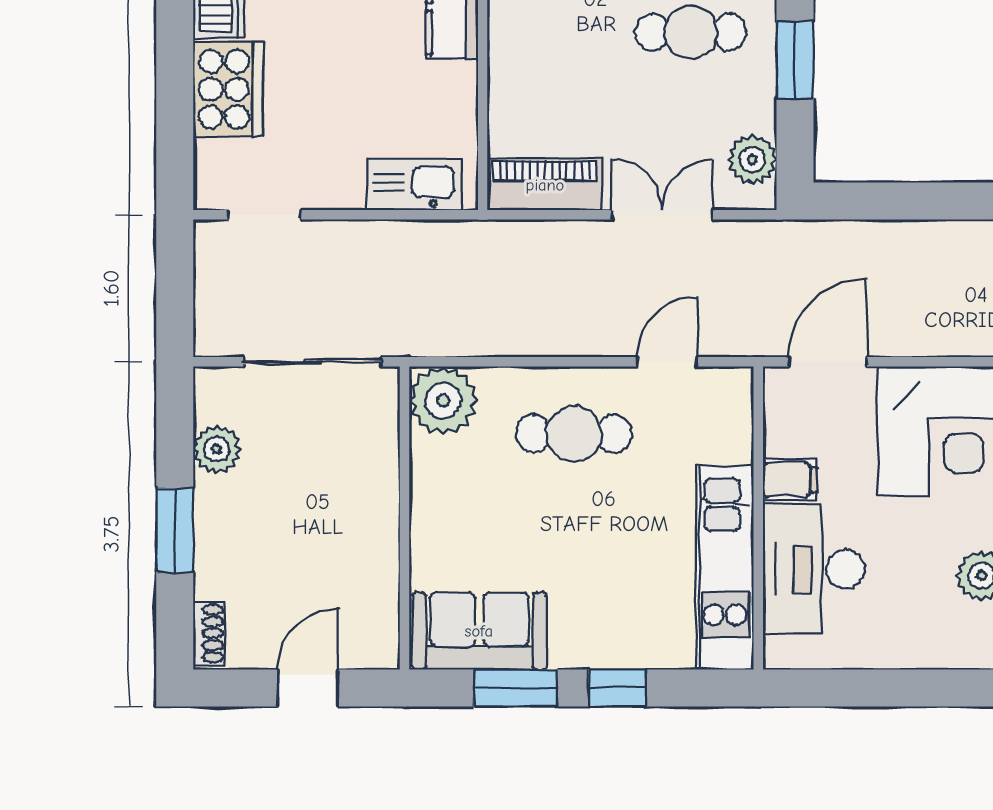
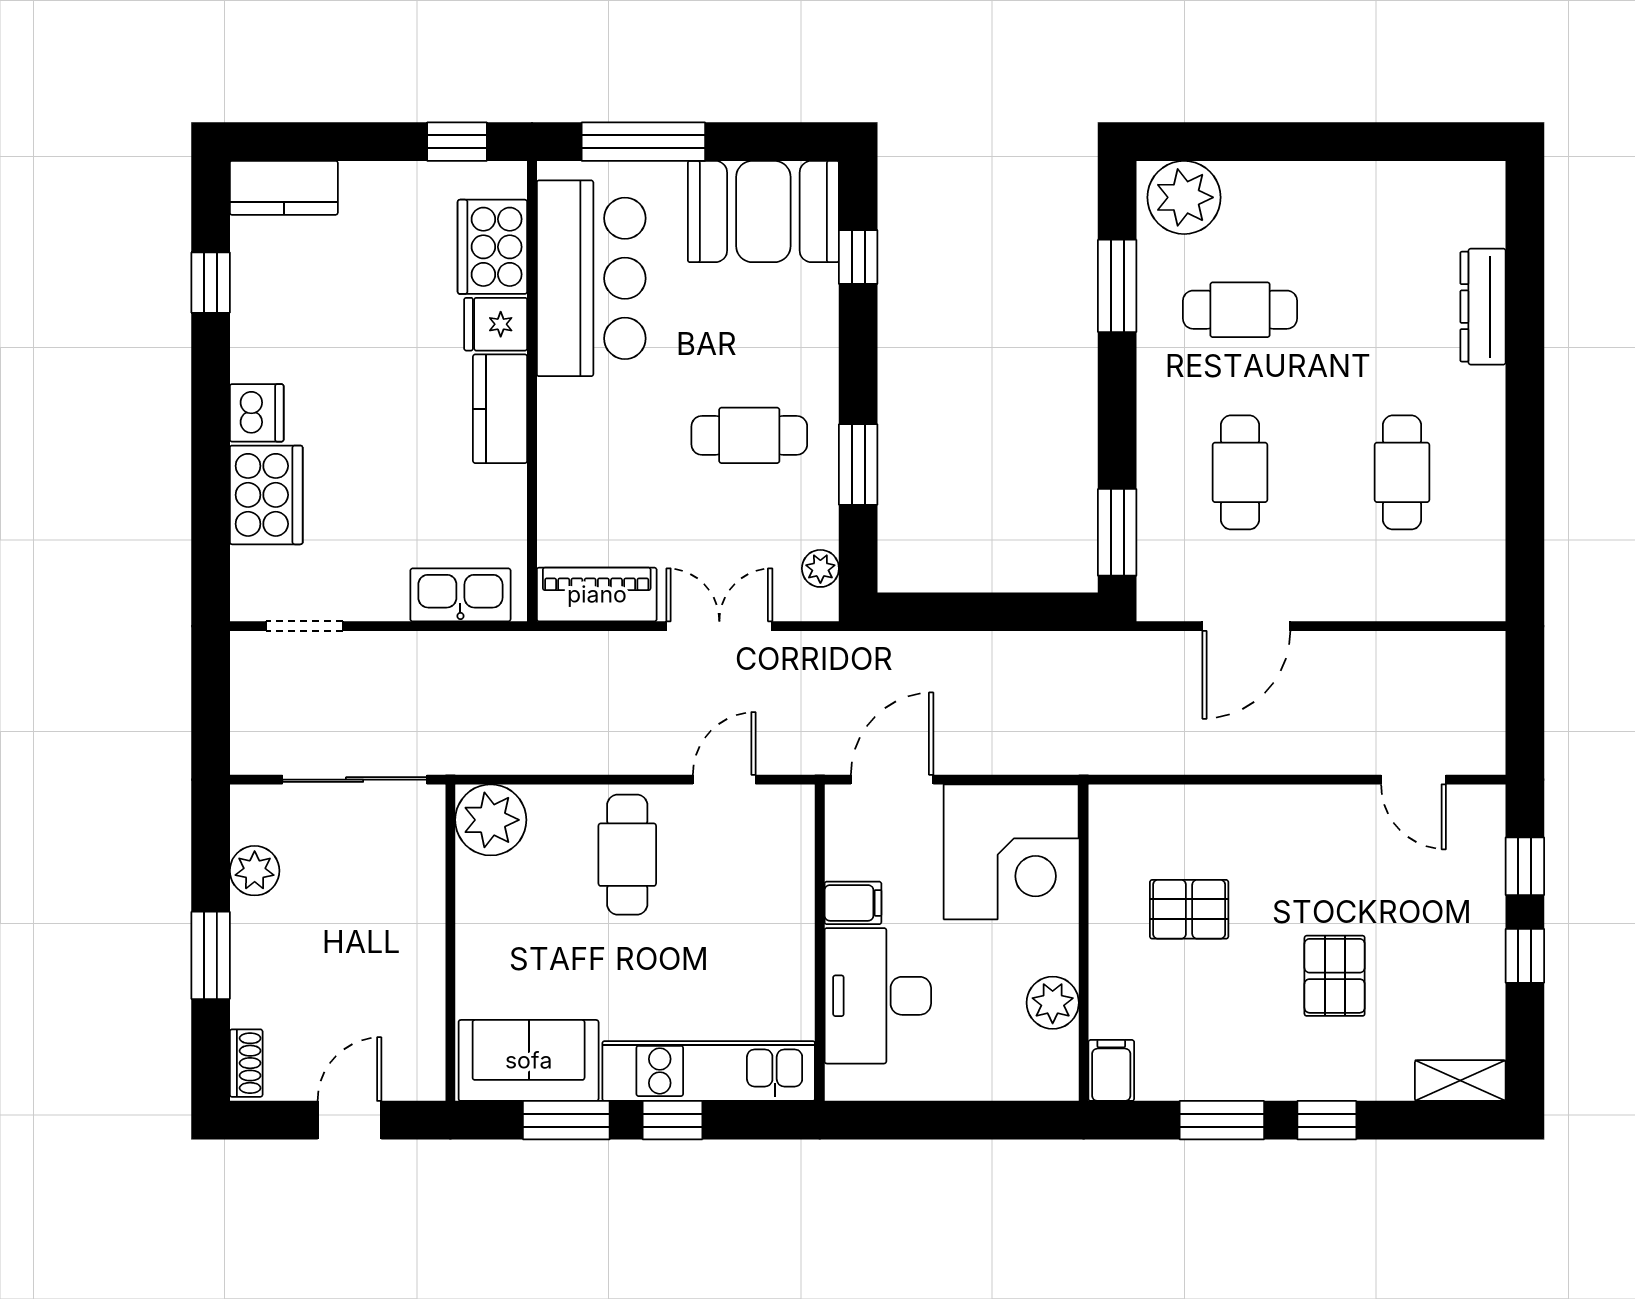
plant: (752, 160) -> (820, 568), width x0.73, depth x0.73
cafe table: (574, 434) -> (627, 855), turned 90
kitchen unit: (725, 568) -> (709, 1071), moved, turned 90

